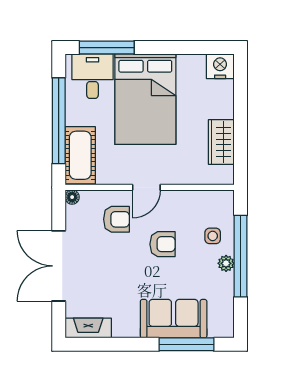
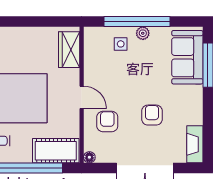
wardrobe: (221, 142) -> (69, 50), moved, turned 90
armchair: (163, 244) -> (152, 115), moved
sofa: (174, 319) -> (187, 57), moved

